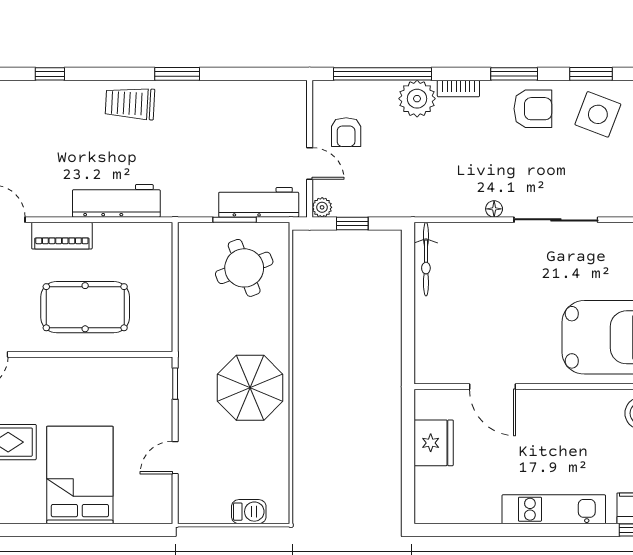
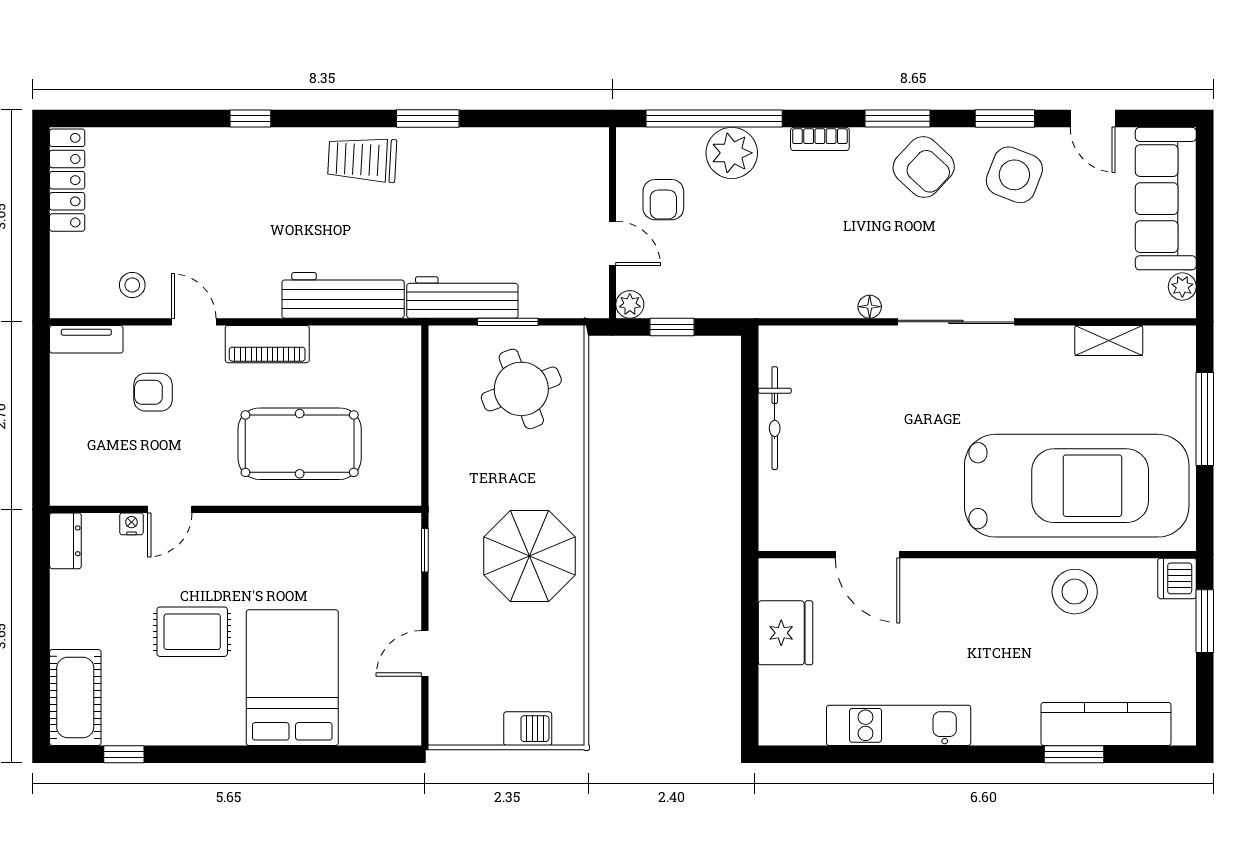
plant: (417, 99) -> (732, 153), moved
armchair: (533, 109) -> (924, 167), turned 43
workbench: (259, 202) -> (462, 297), moved
bicycle: (426, 259) -> (775, 418), moved
kitchen unit: (554, 509) -> (899, 725), moved

